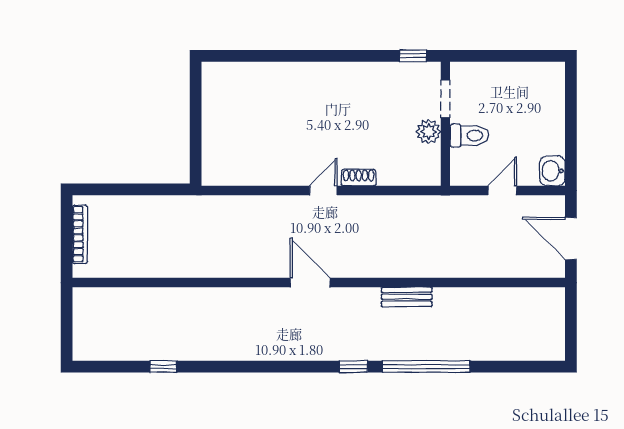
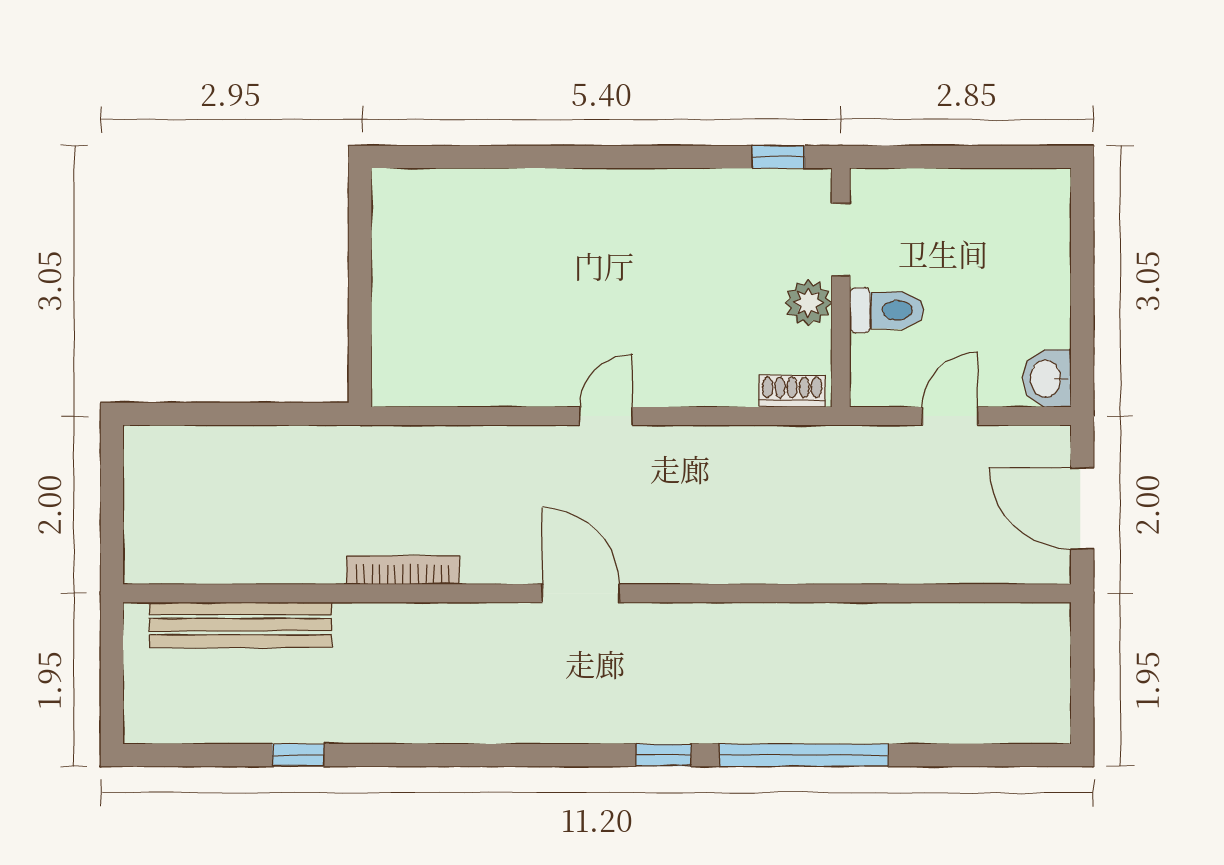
shoe rack: (359, 178) -> (792, 391), moved
bookcase: (80, 234) -> (403, 570), moved, turned -90
bench: (407, 297) -> (241, 625), moved, width x1.86, depth x1.21

